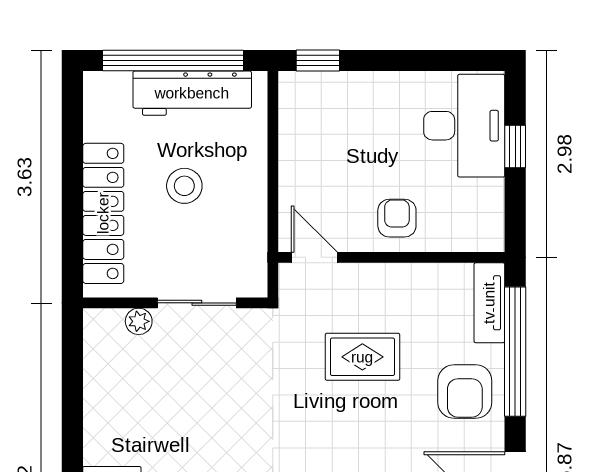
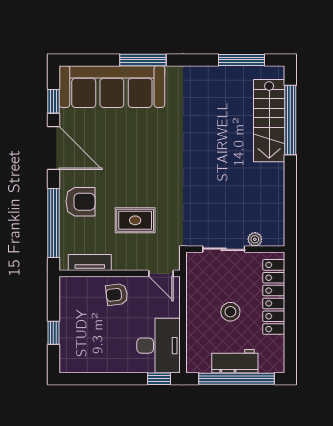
workbench: (192, 93) -> (235, 361), width x0.73
desk: (464, 126) -> (159, 346), moved, turned 180
armchair: (397, 218) -> (117, 294), turned 83
tv unit: (489, 303) -> (90, 262), moved, turned -90
armchair: (465, 392) -> (80, 202), turned 90

